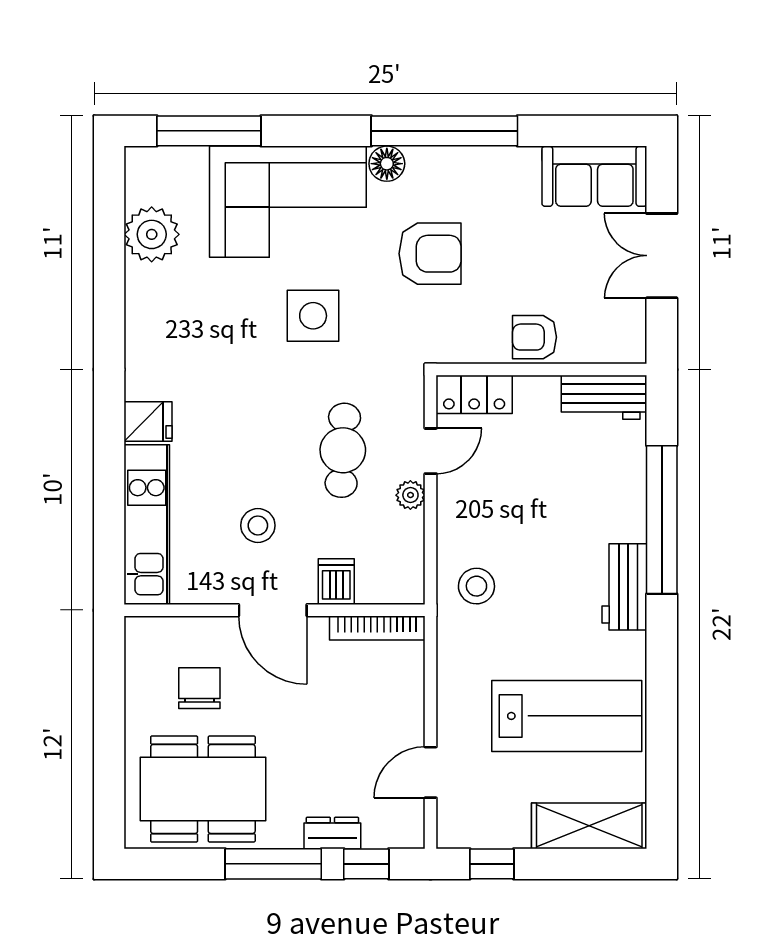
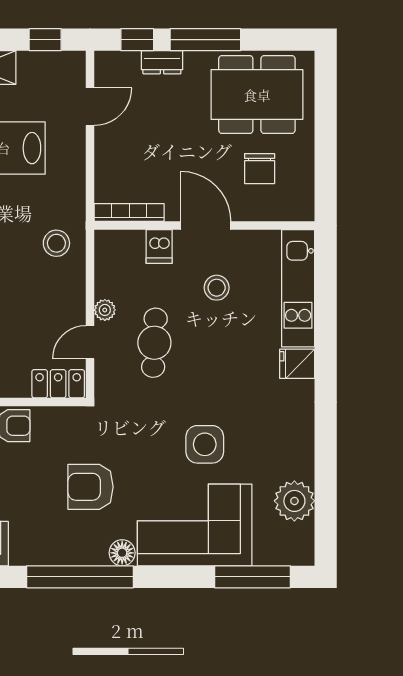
side table: (313, 316) -> (205, 444), moved

